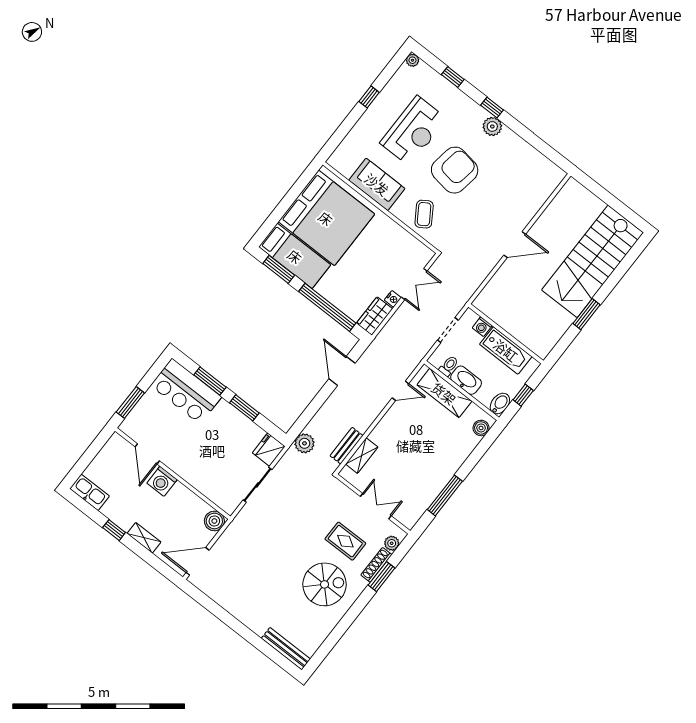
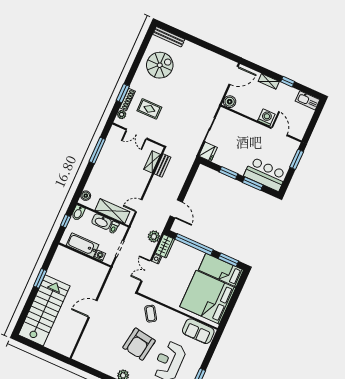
sofa: (377, 184) -> (198, 331), moved
plant: (305, 443) -> (154, 236), moved
spiral stairs: (324, 584) -> (160, 65), moved, turned 180

